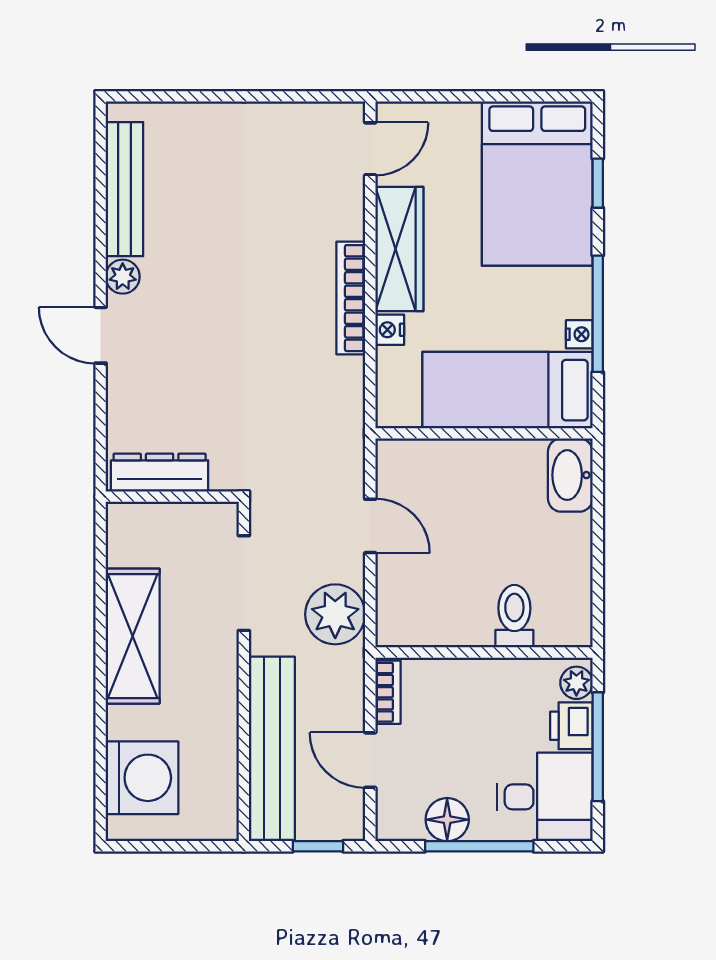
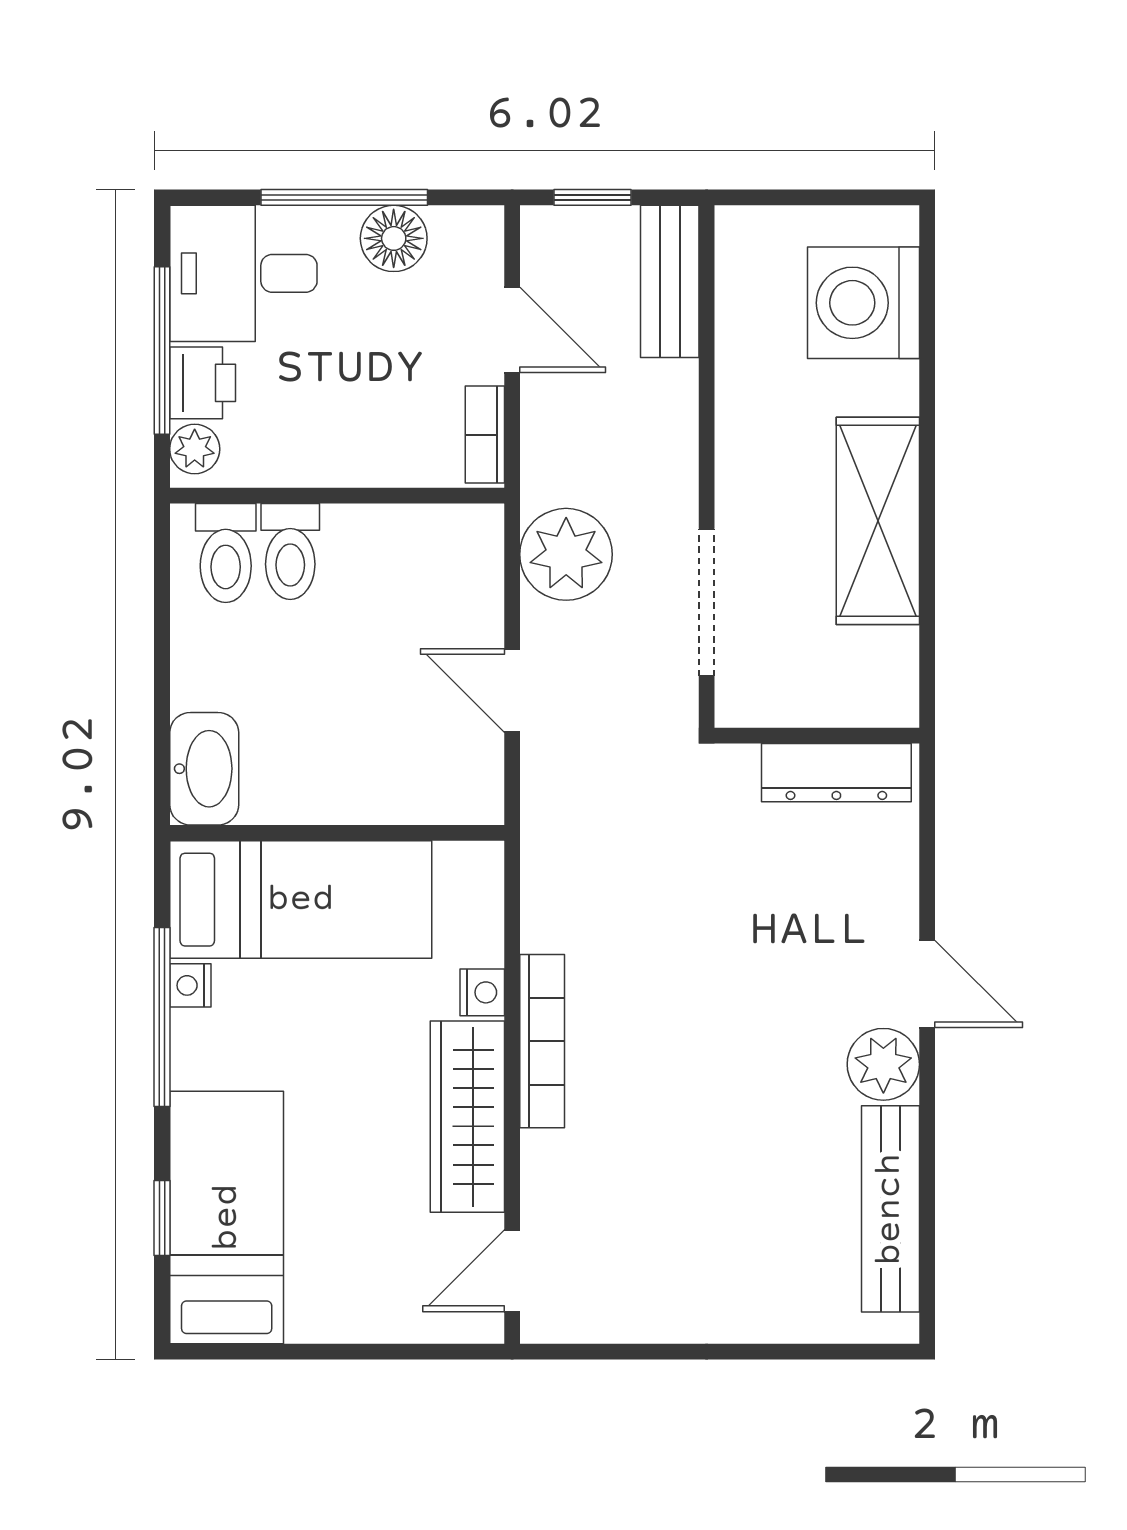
bed: (537, 184) -> (227, 1217), width x0.67
plant: (123, 277) -> (883, 1064), width x1.38, depth x1.38
toilet: (556, 615) -> (226, 553), added
bench: (272, 749) -> (670, 281), width x0.54, depth x0.82

